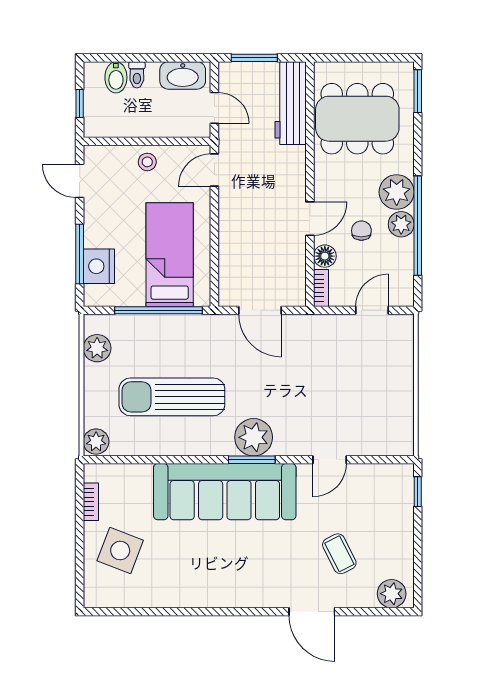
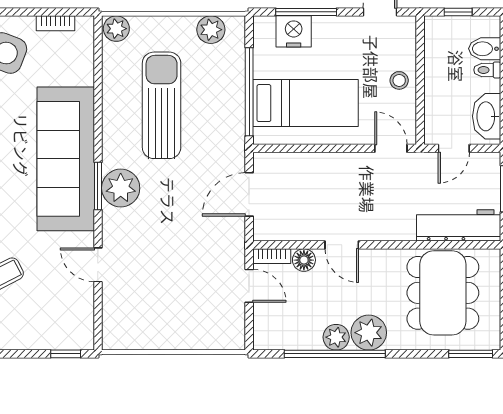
chair: (361, 231) -> (330, 297), removed
door: (372, 310) -> (249, 286), moved

